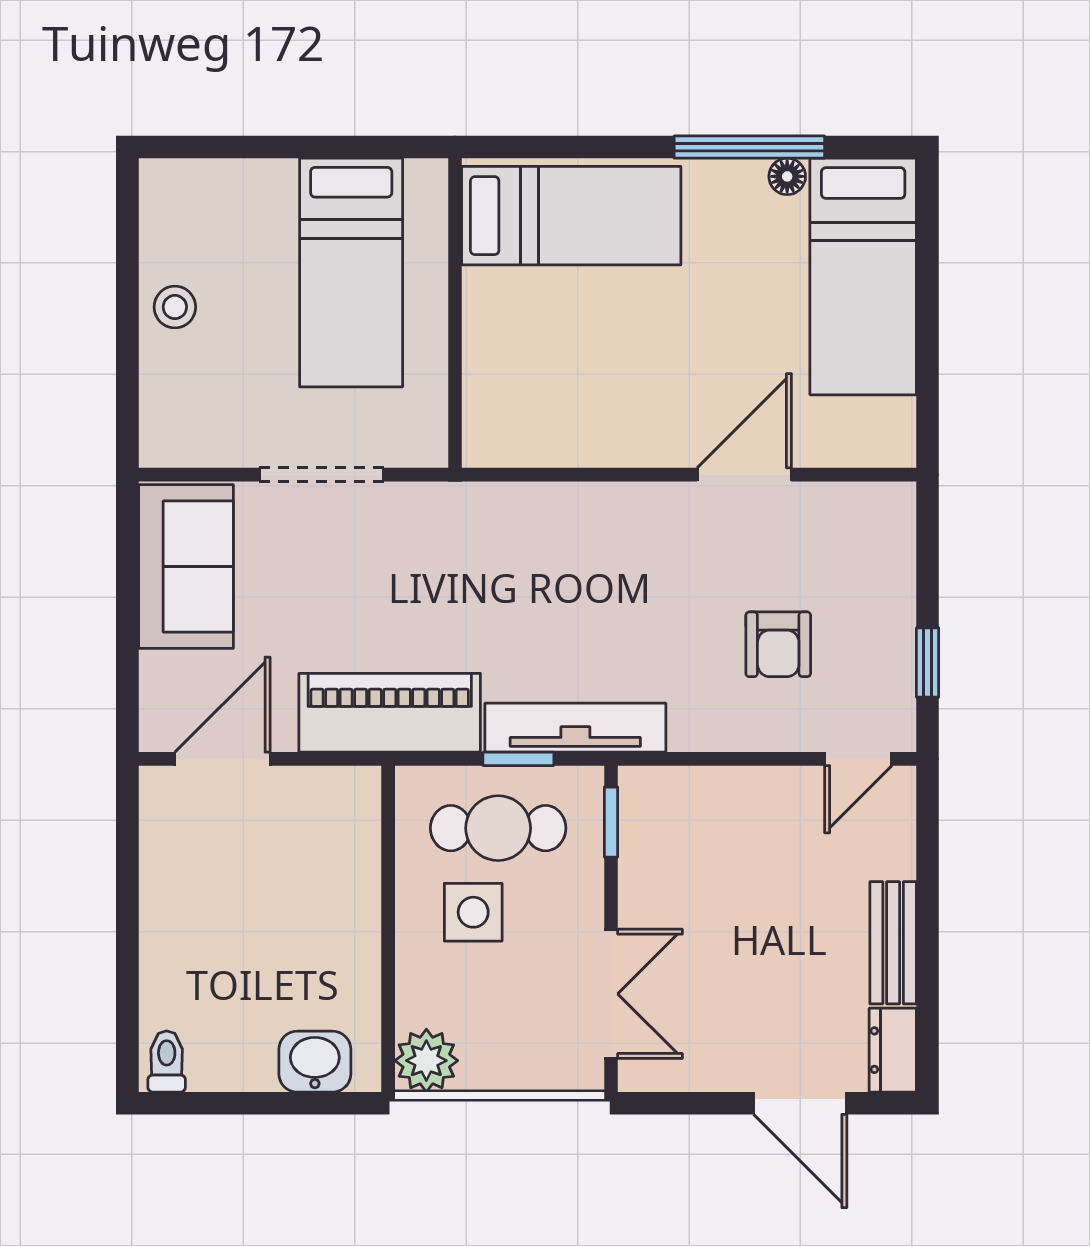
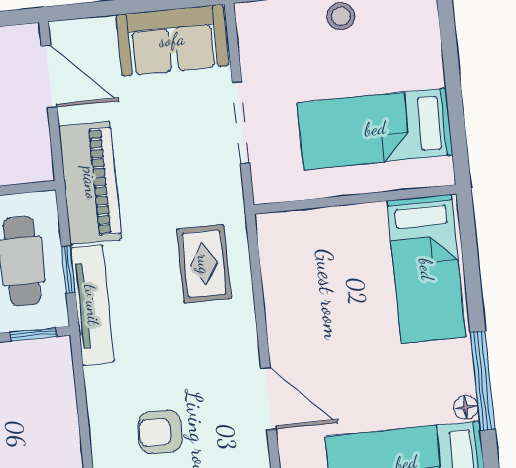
rug: (530, 552) -> (204, 264), added

